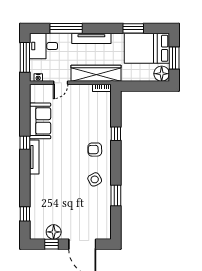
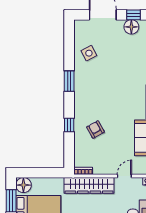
armchair: (95, 150) -> (95, 129), moved, turned -118
side table: (95, 179) -> (89, 53), moved
window: (116, 195) -> (69, 81), moved

